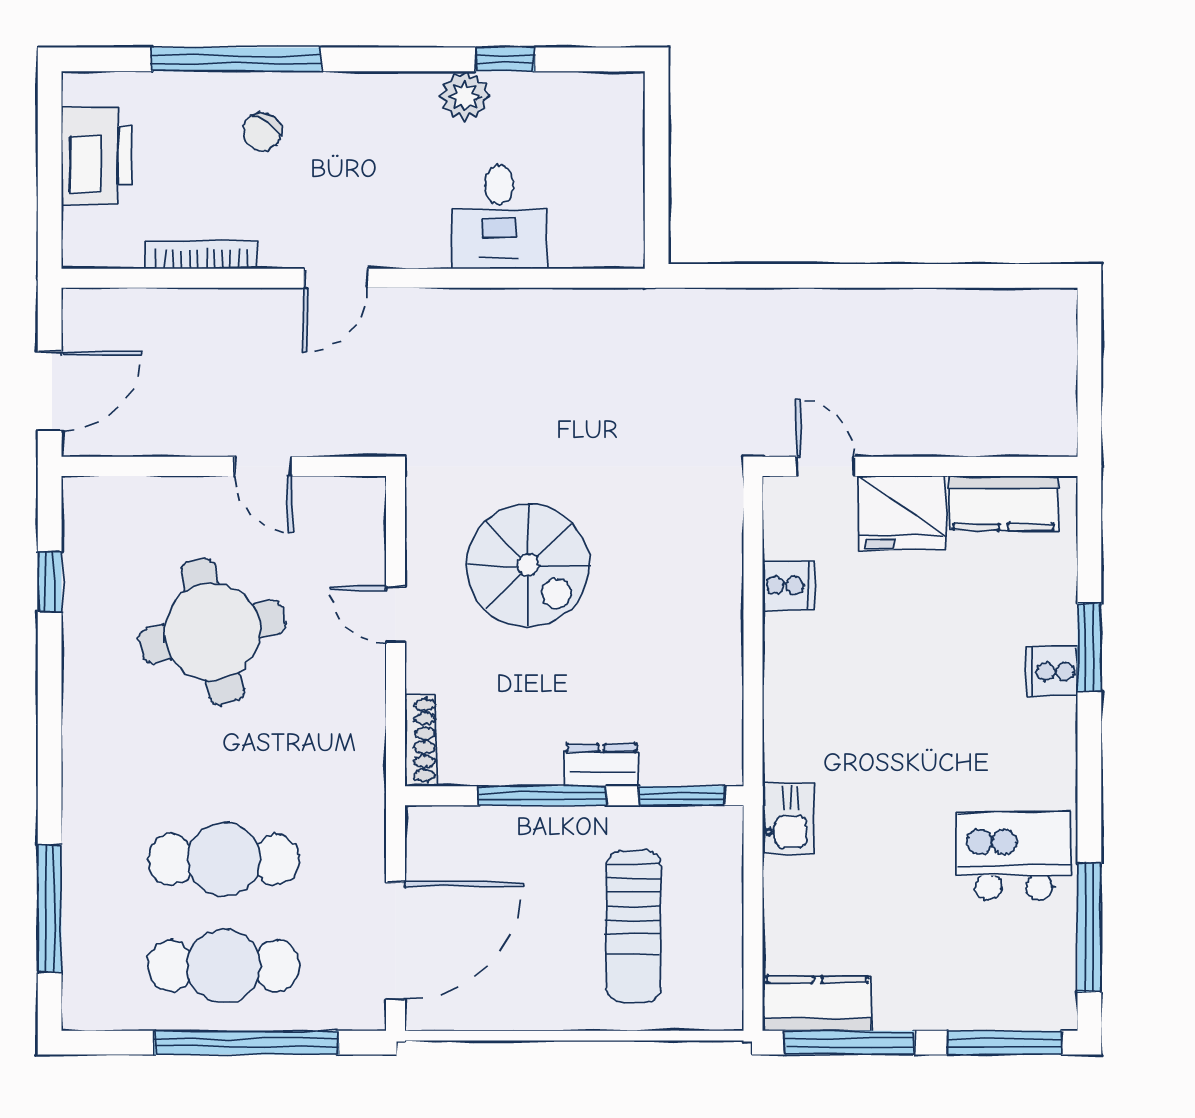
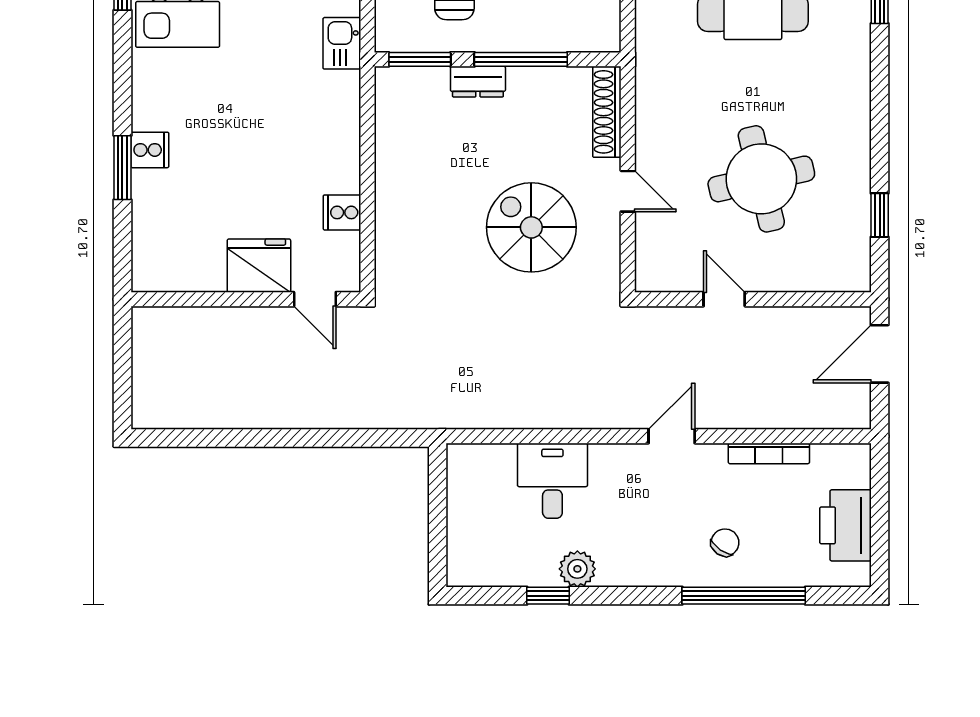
kitchen counter: (1003, 503) -> (185, 273), removed
shoe rack: (421, 740) -> (607, 112), width x1.36, depth x1.24

